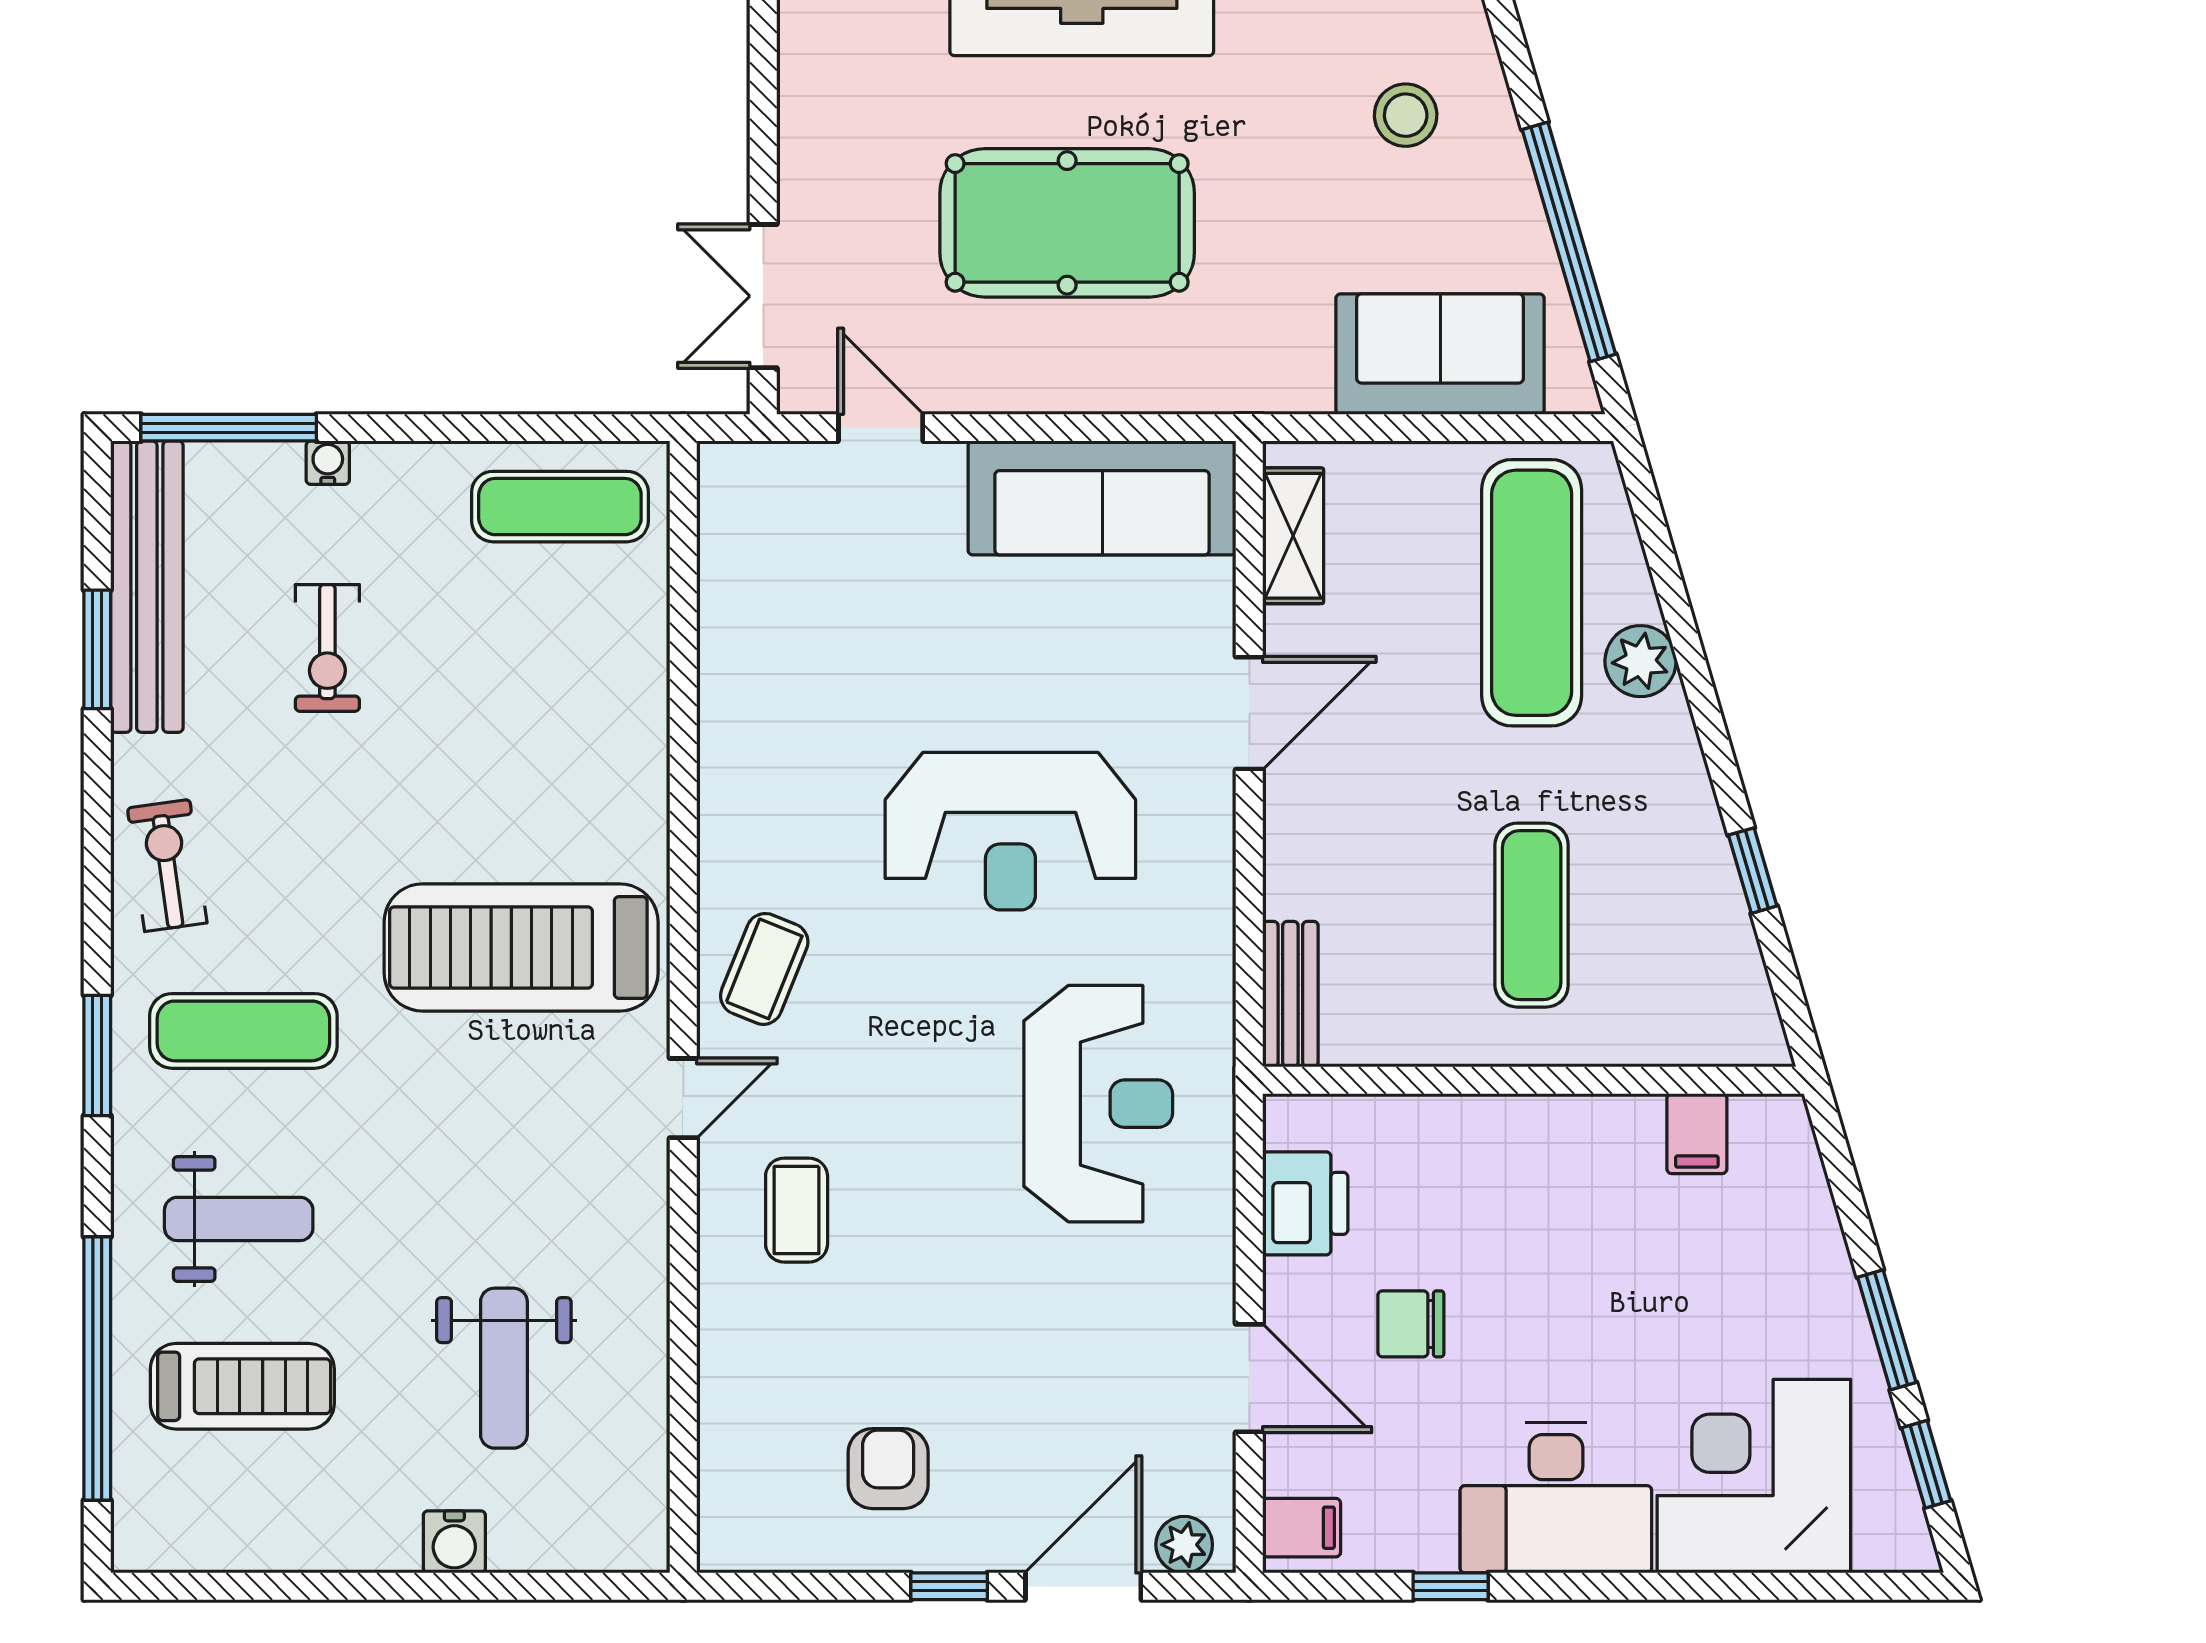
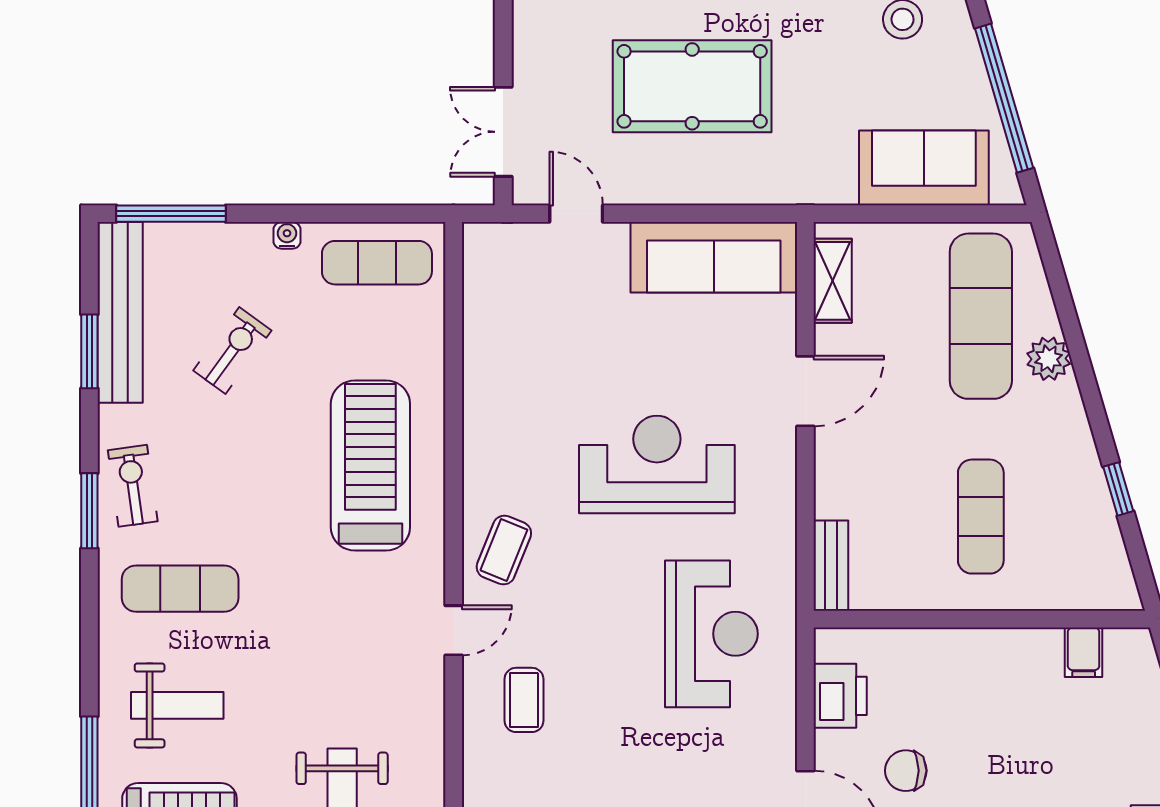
water cooler: (328, 463) -> (287, 235), moved
exercise bike: (327, 648) -> (232, 351), turned -144
reception desk: (1010, 831) -> (657, 464), turned 180
treadmill: (521, 947) -> (370, 466), moved, turned 90
window: (97, 1055) -> (89, 511), moved

